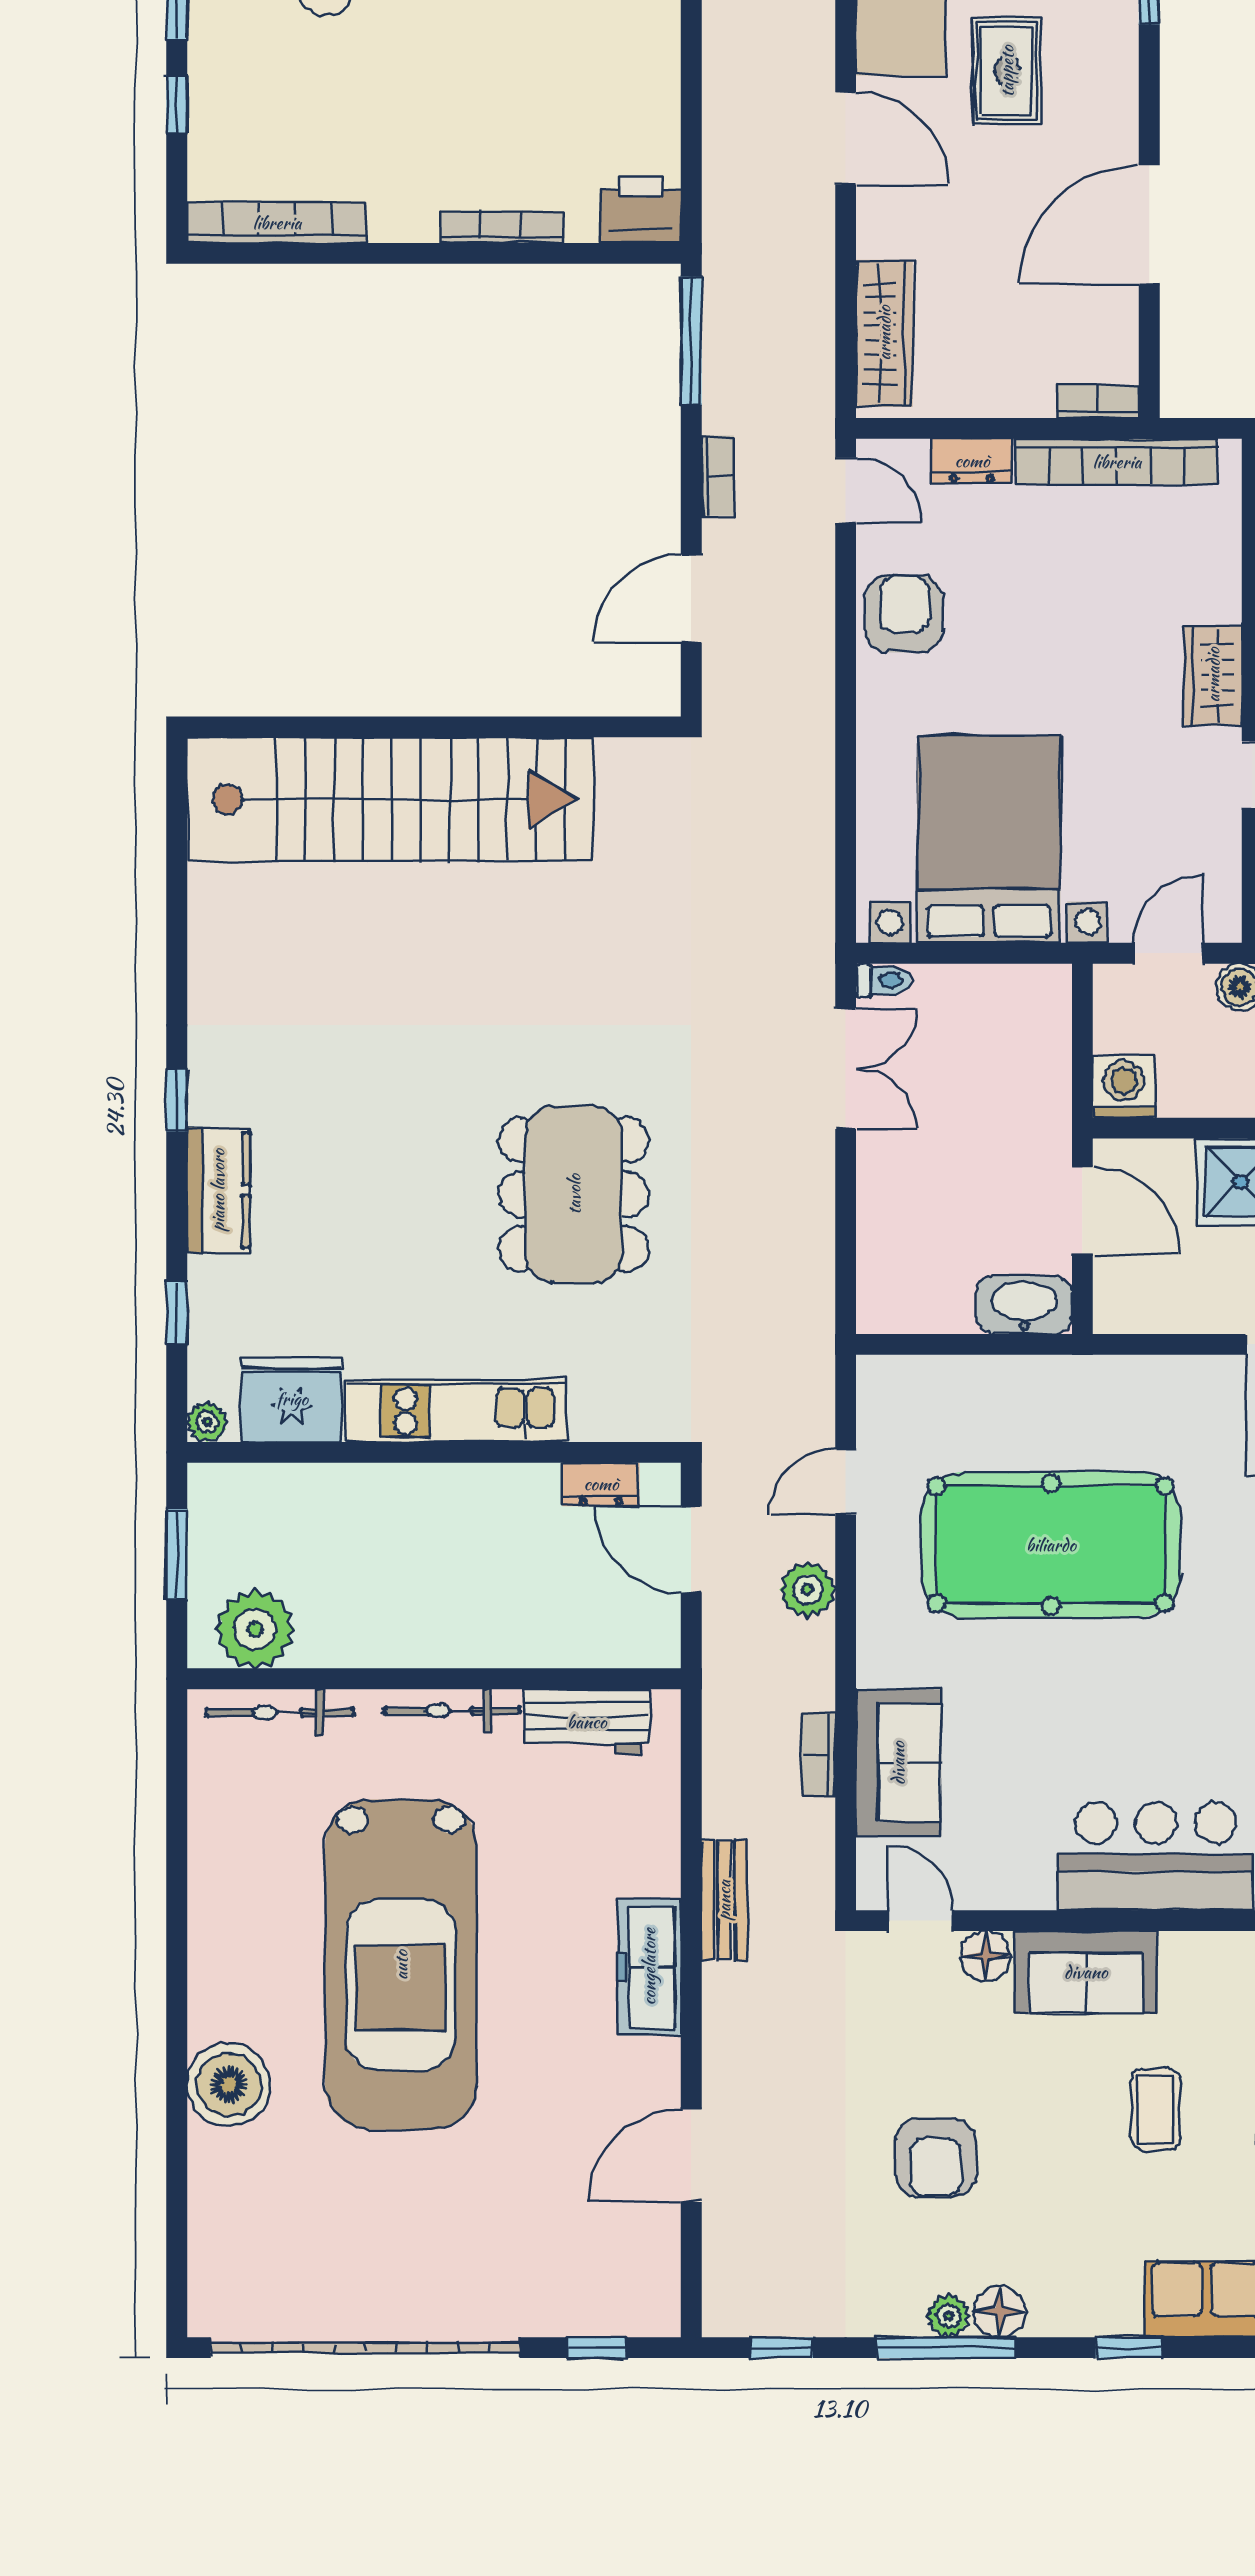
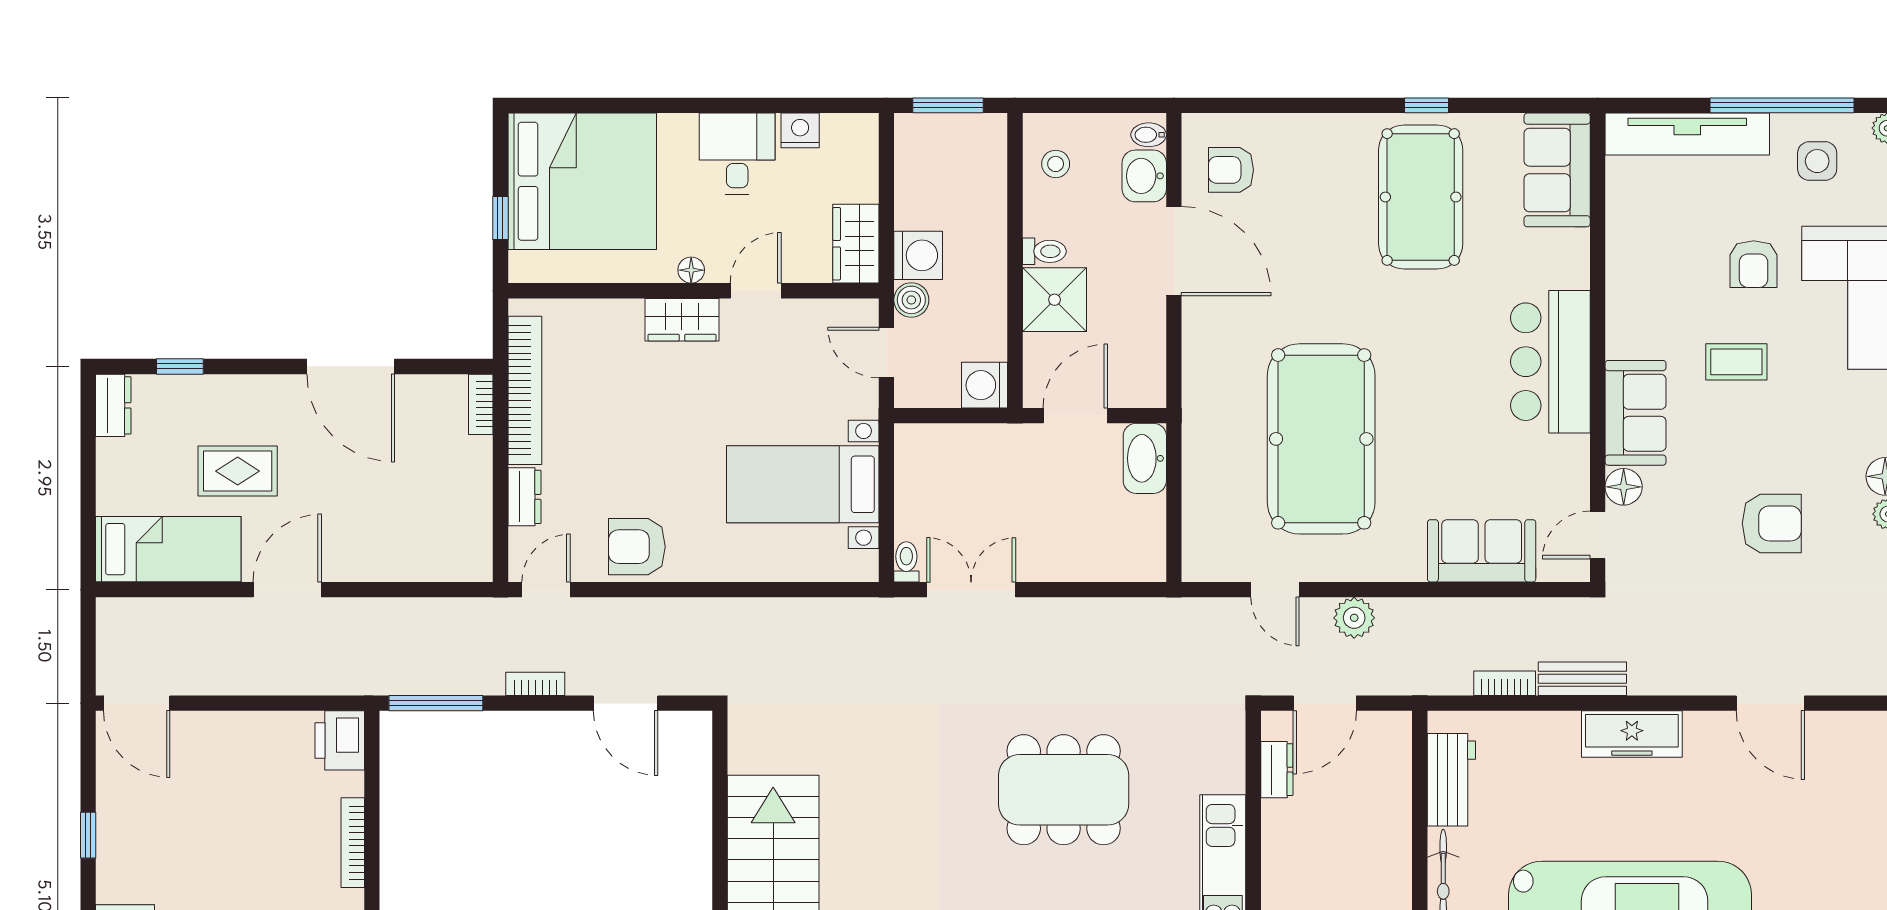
wardrobe: (884, 333) -> (431, 561), removed
bed with nightstands: (989, 839) -> (803, 484), width x0.73
bookcase: (819, 1754) -> (1505, 683), moved, turned 180

